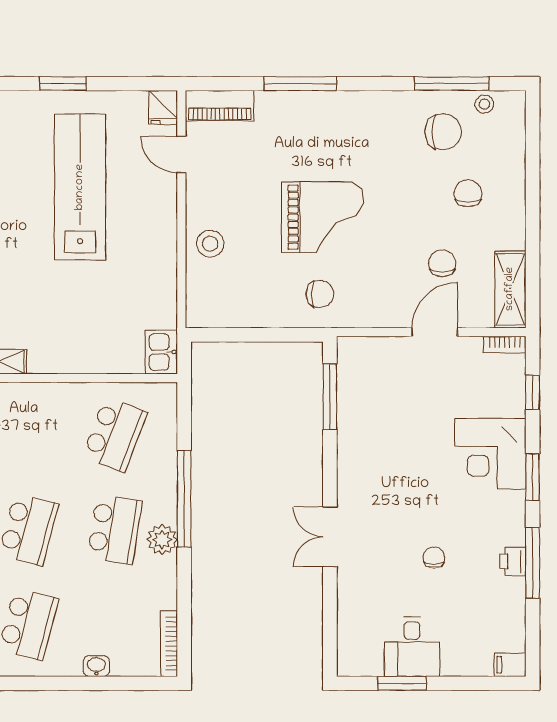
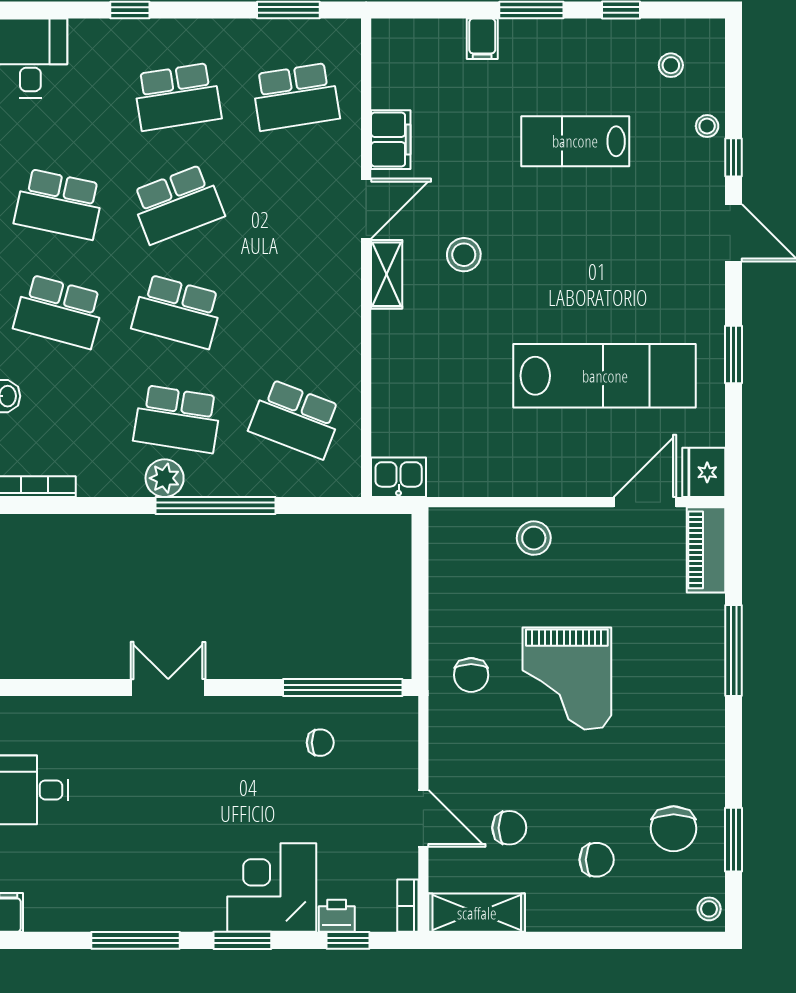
window: (452, 84) -> (734, 840), width x0.69
stool: (484, 104) -> (709, 909), moved
fridge: (163, 107) -> (704, 472), width x1.38
door: (181, 155) -> (645, 502), width x1.38
window: (330, 397) -> (343, 688), width x1.46
chair: (434, 557) -> (320, 743), moved
printer: (513, 561) -> (337, 916), moved

